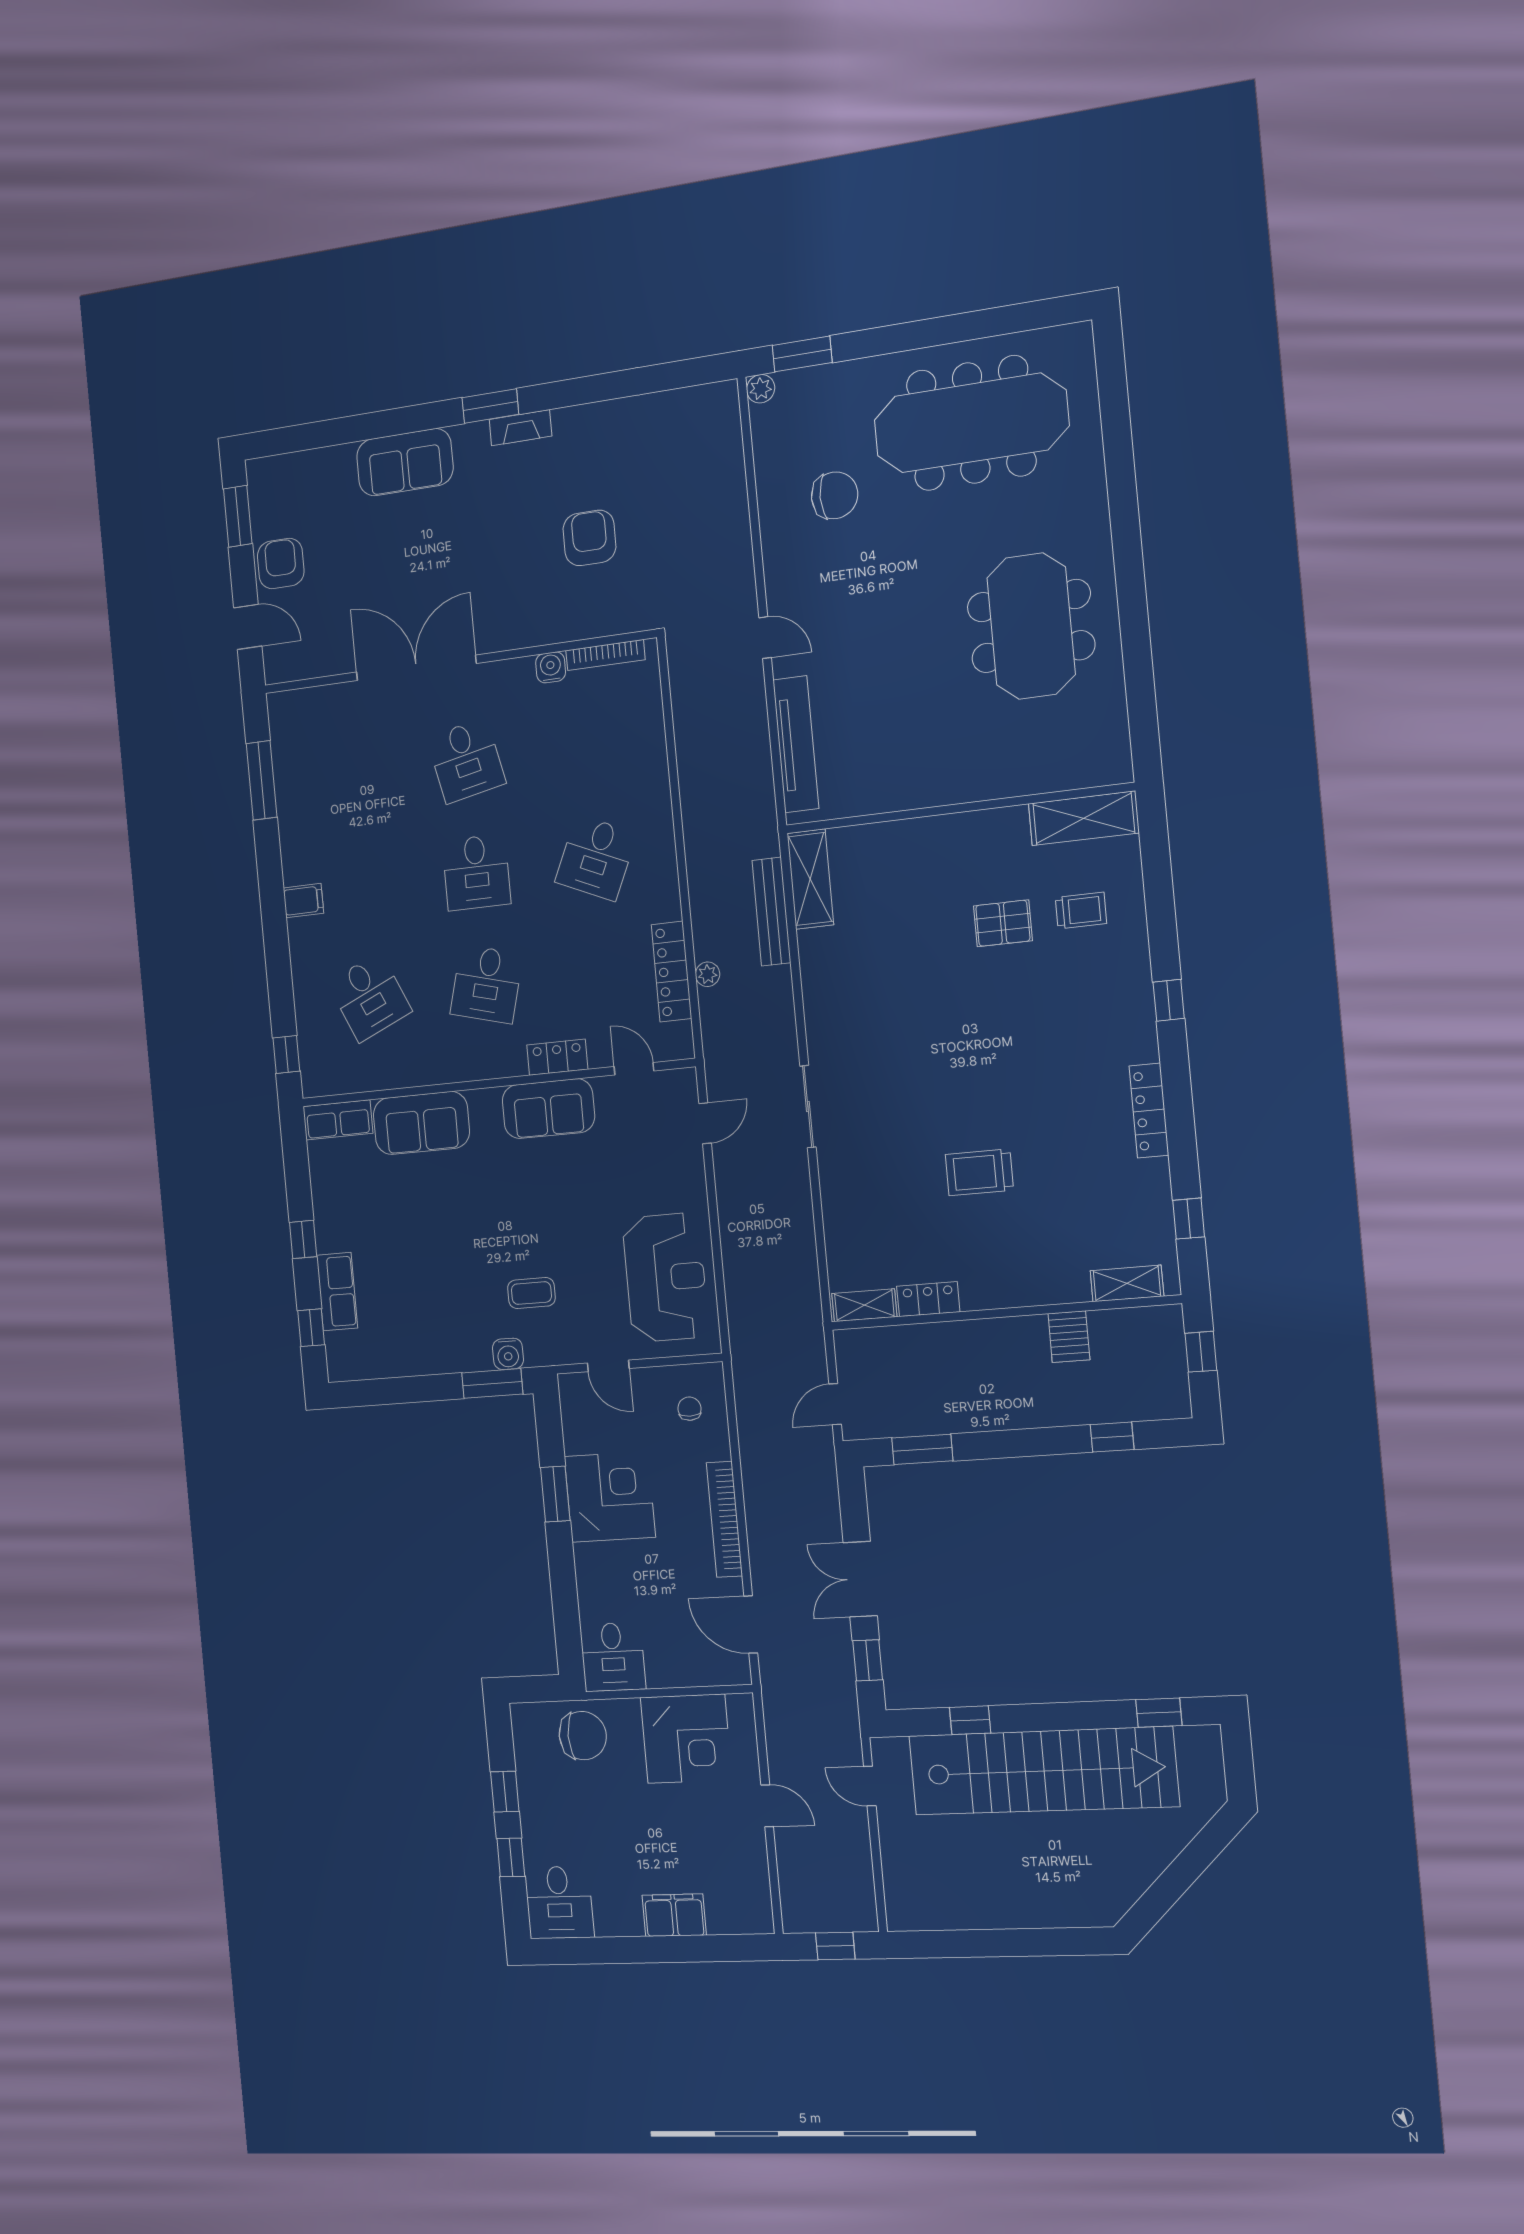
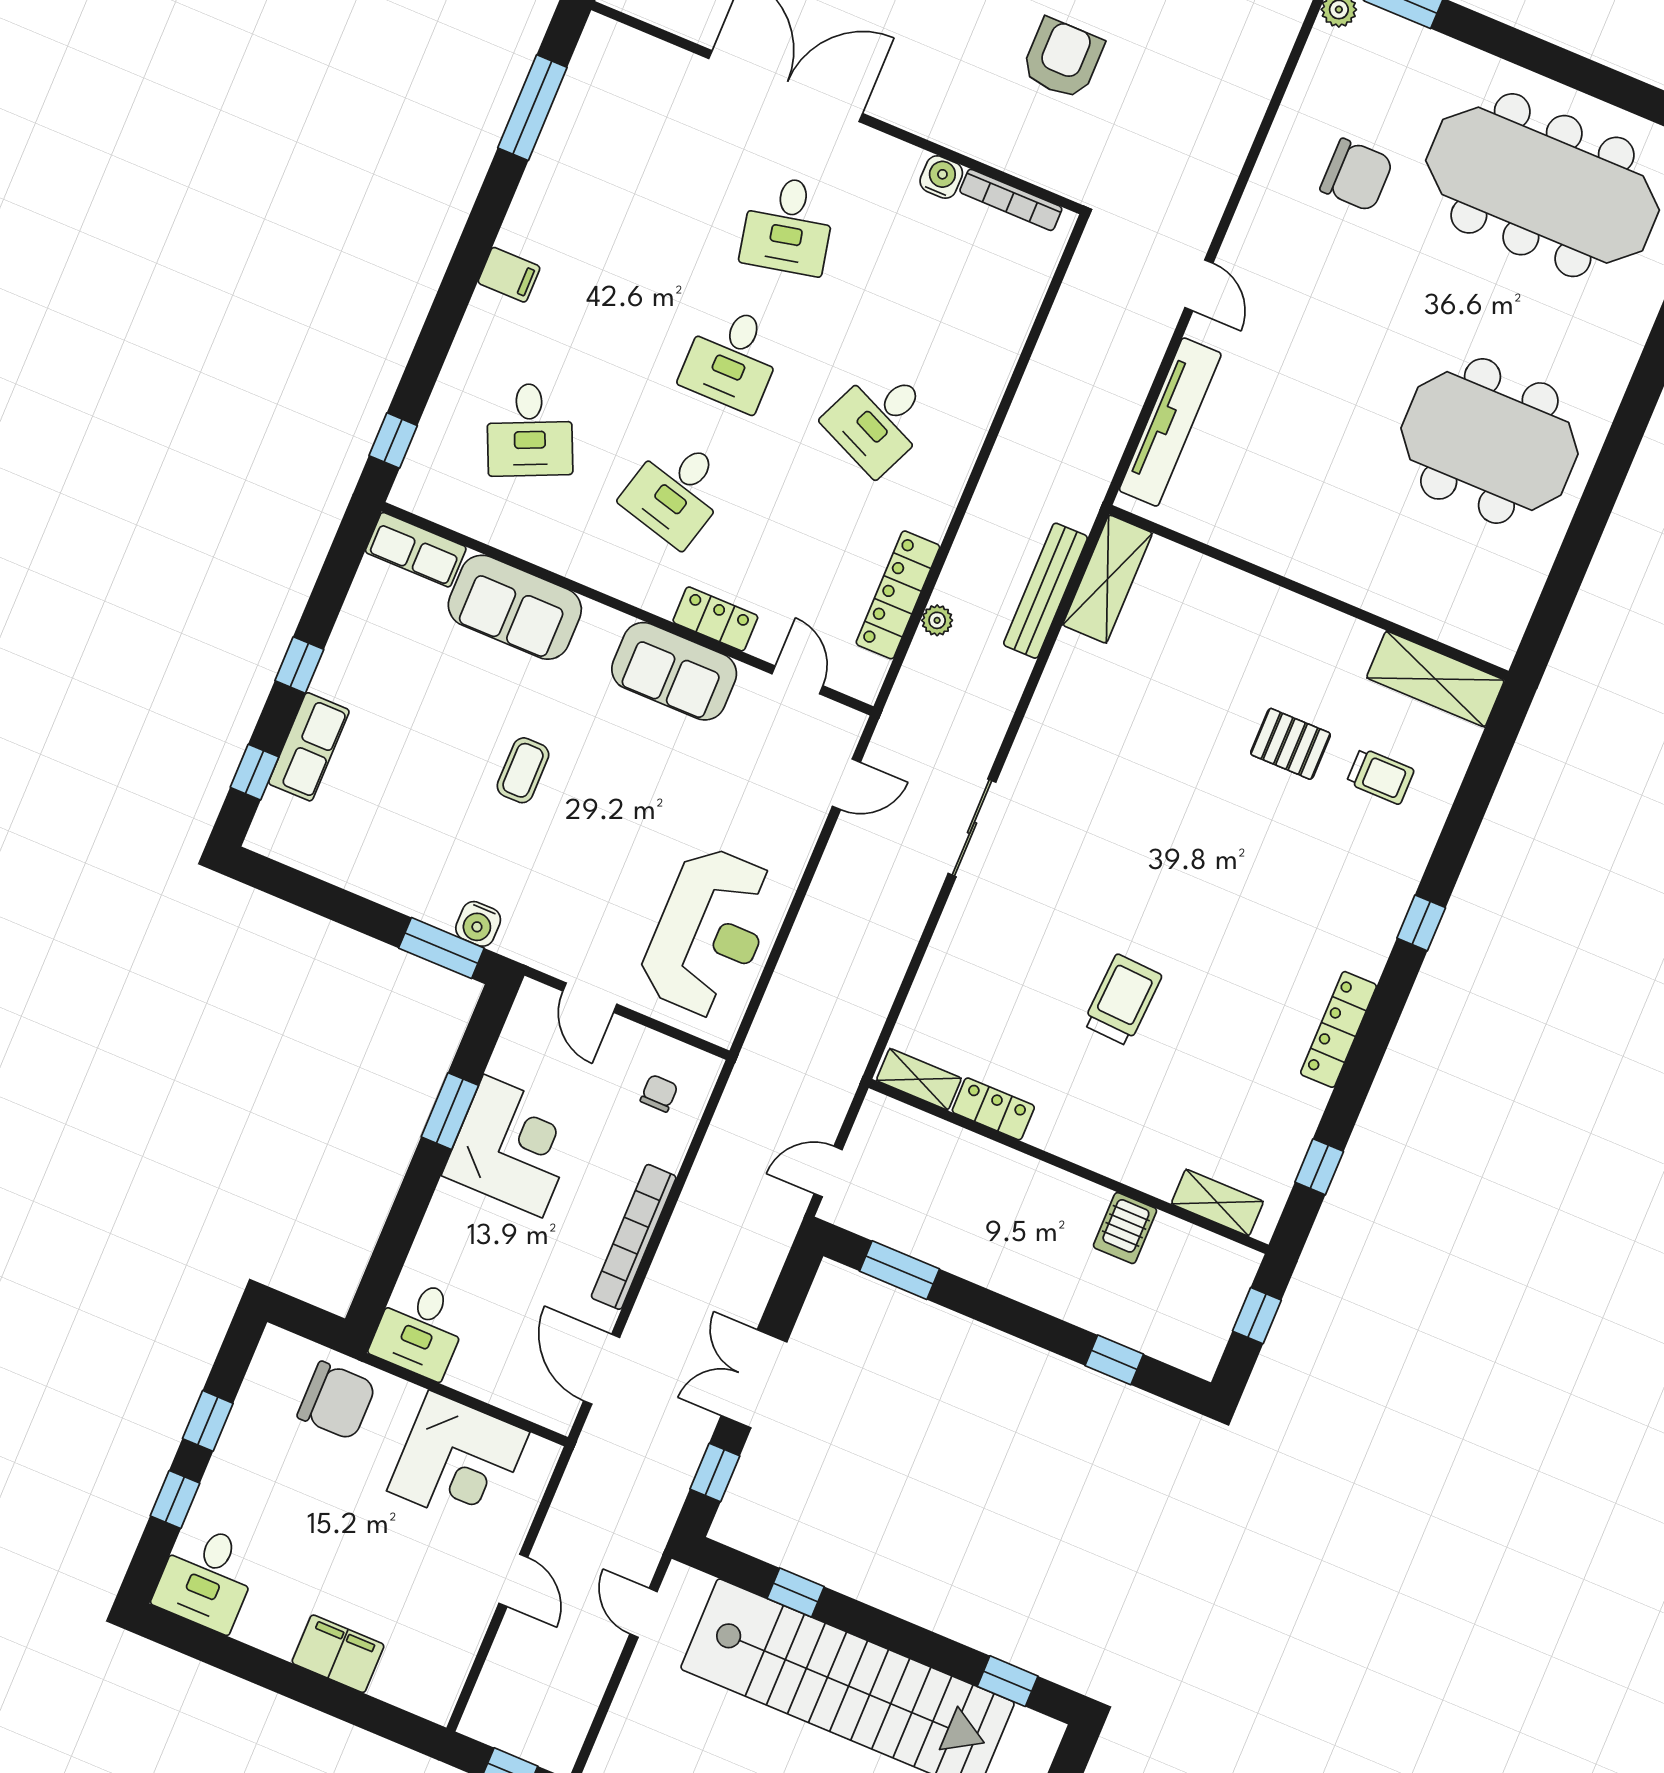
meeting table: (1031, 626) -> (1489, 441), turned 90
trolley: (979, 1172) -> (1122, 1000), turned 93
coffee table: (531, 1293) -> (523, 770), moved, turned 90

